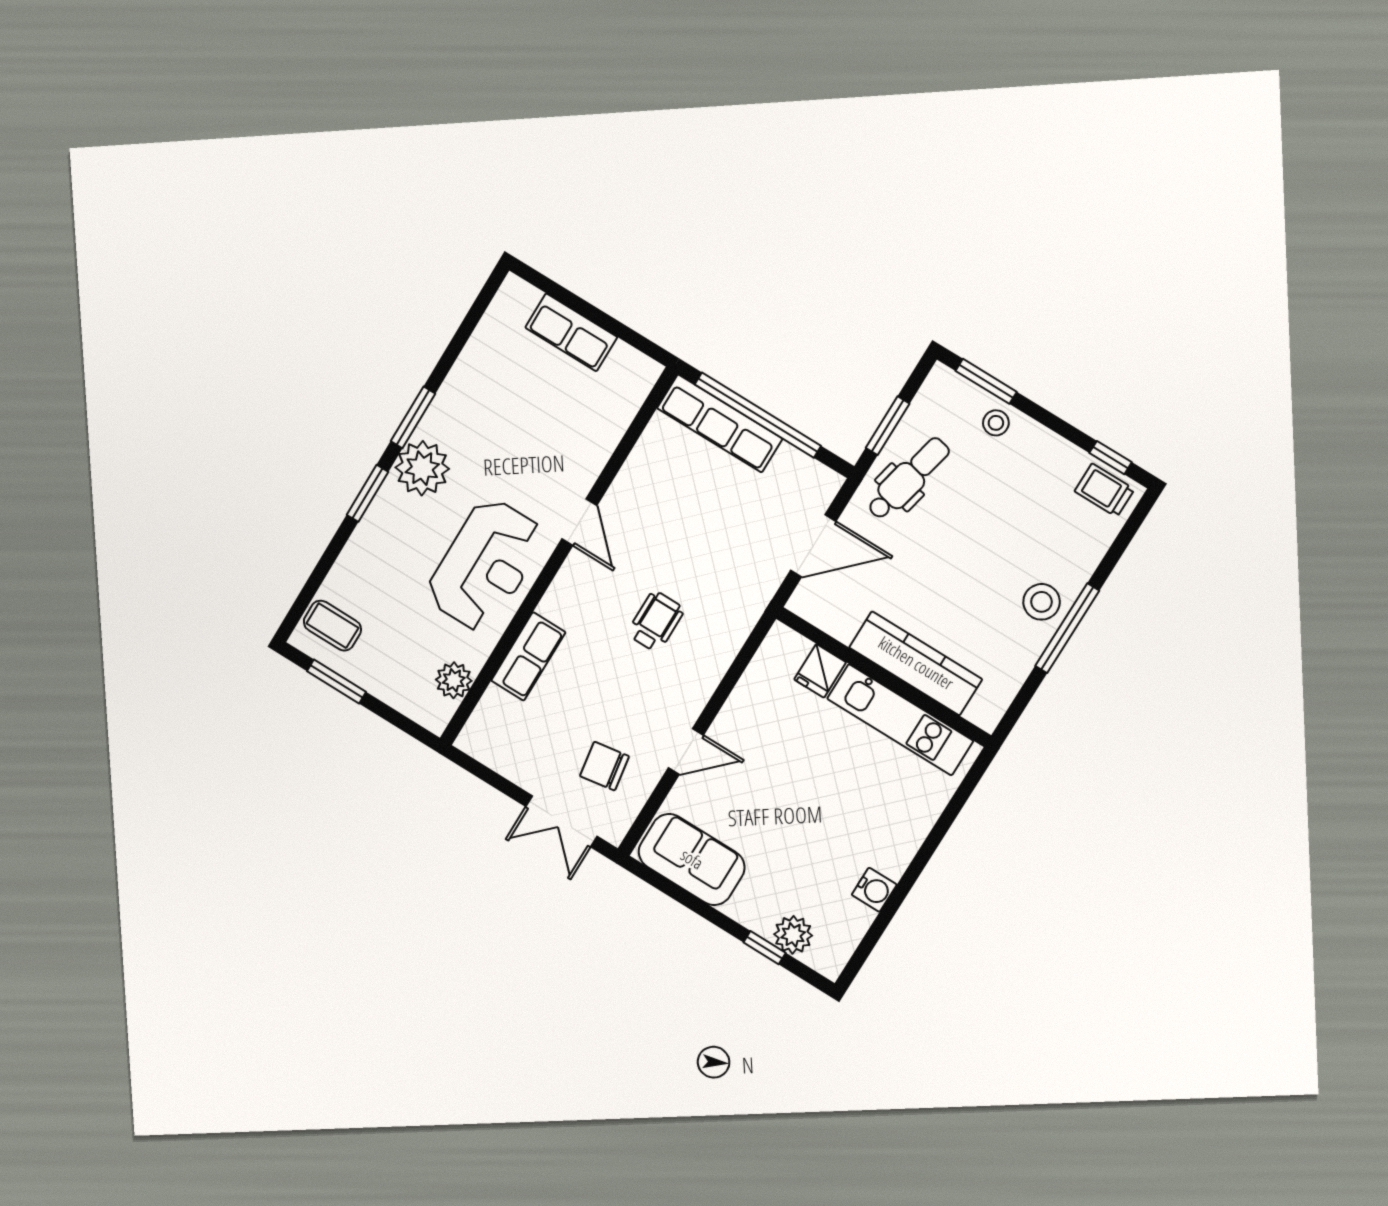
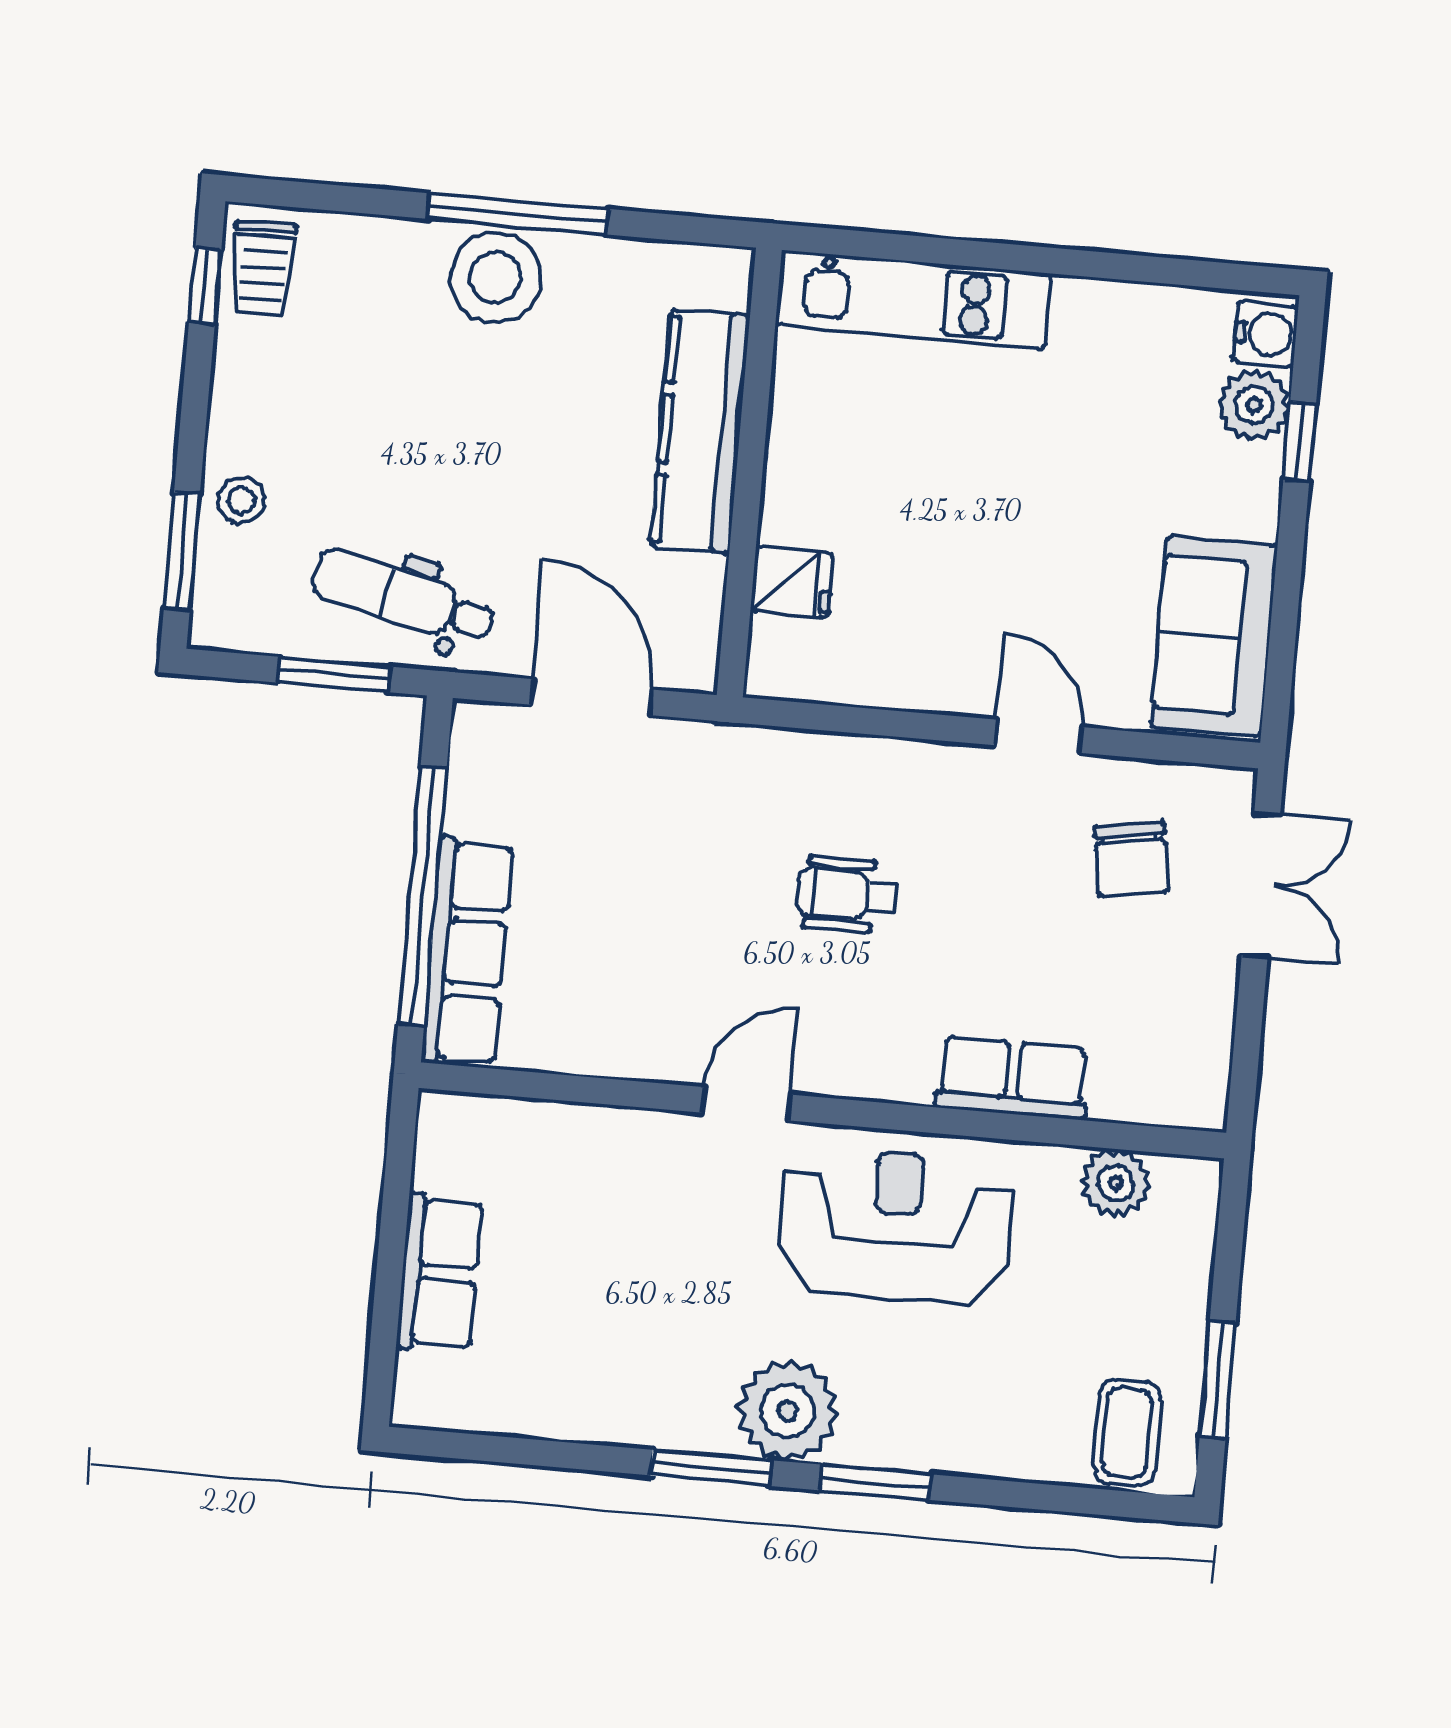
stool: (1042, 602) -> (496, 278), width x1.38, depth x1.38
kitchen unit: (900, 720) -> (913, 300), moved, turned 90
water cooler: (874, 890) -> (1266, 334), moved, turned 90

